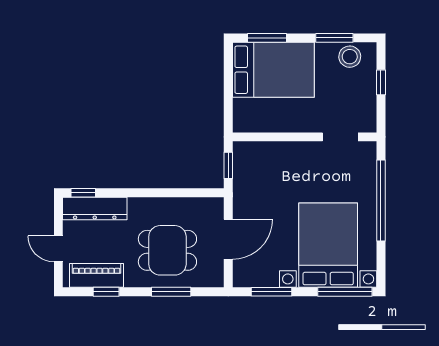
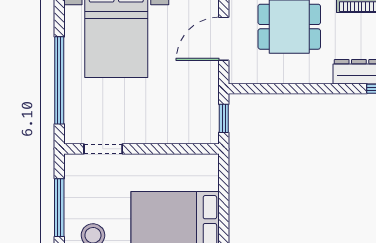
window: (381, 82) -> (59, 208), width x2.17

